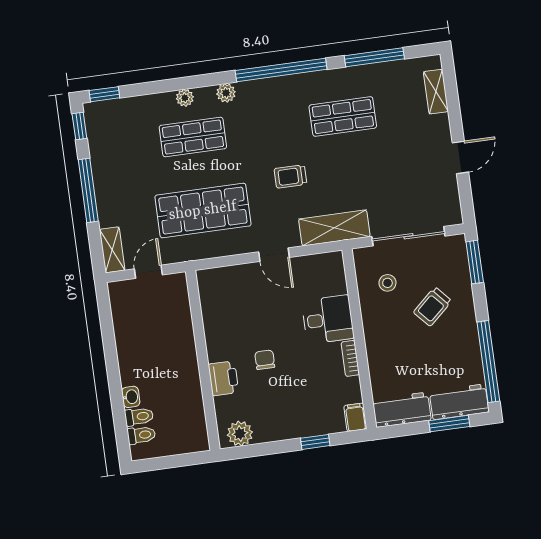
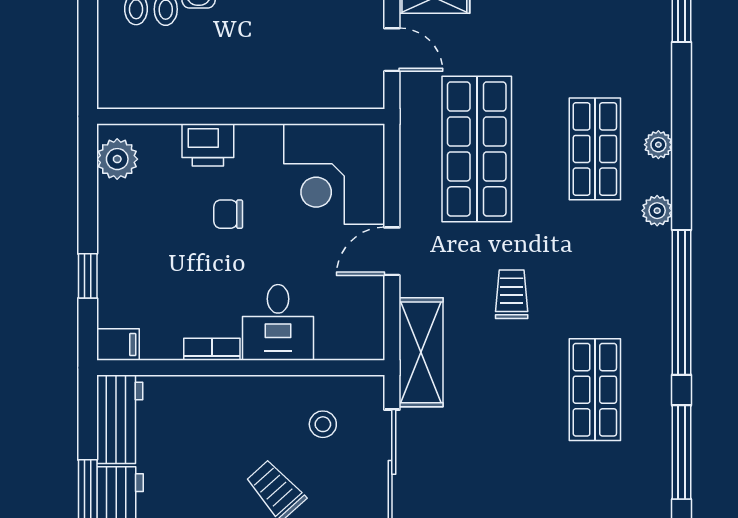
corner desk: (231, 297) -> (334, 174), added
chair: (265, 360) -> (228, 214), turned 180

